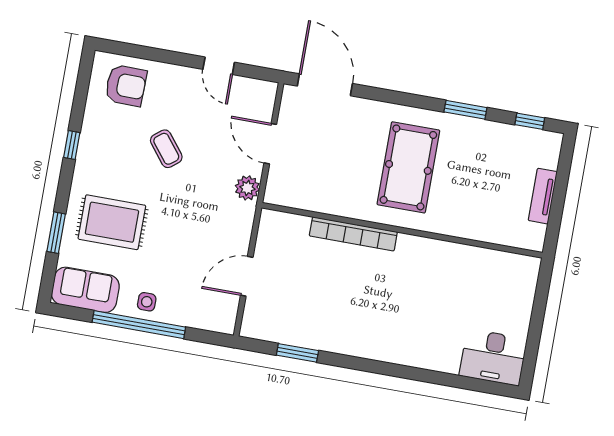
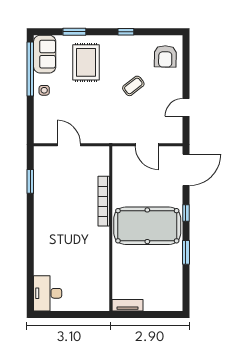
window: (530, 121) -> (186, 213), moved
door: (270, 144) -> (147, 145), swing flipped
pool table: (408, 167) -> (147, 226), width x1.36, depth x1.32
plant: (247, 188) -> (119, 136), removed
tv unit: (543, 196) -> (128, 305), moved
window: (139, 325) -> (30, 69), moved

